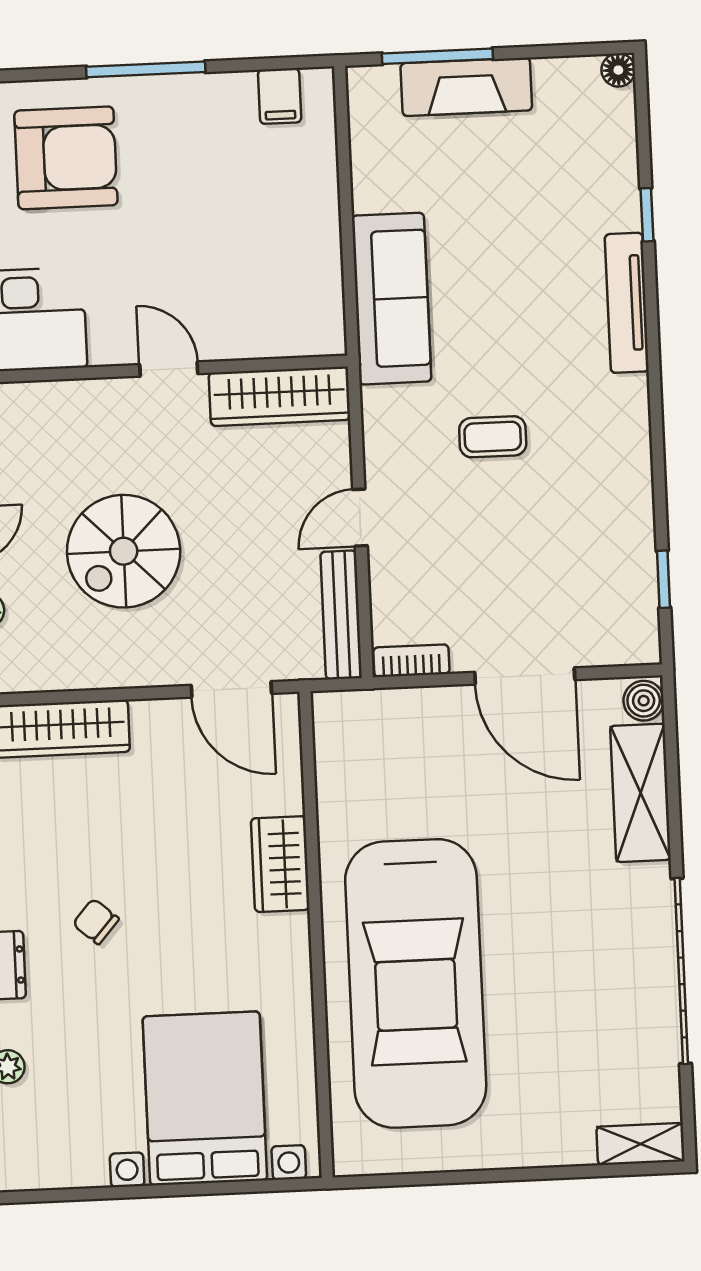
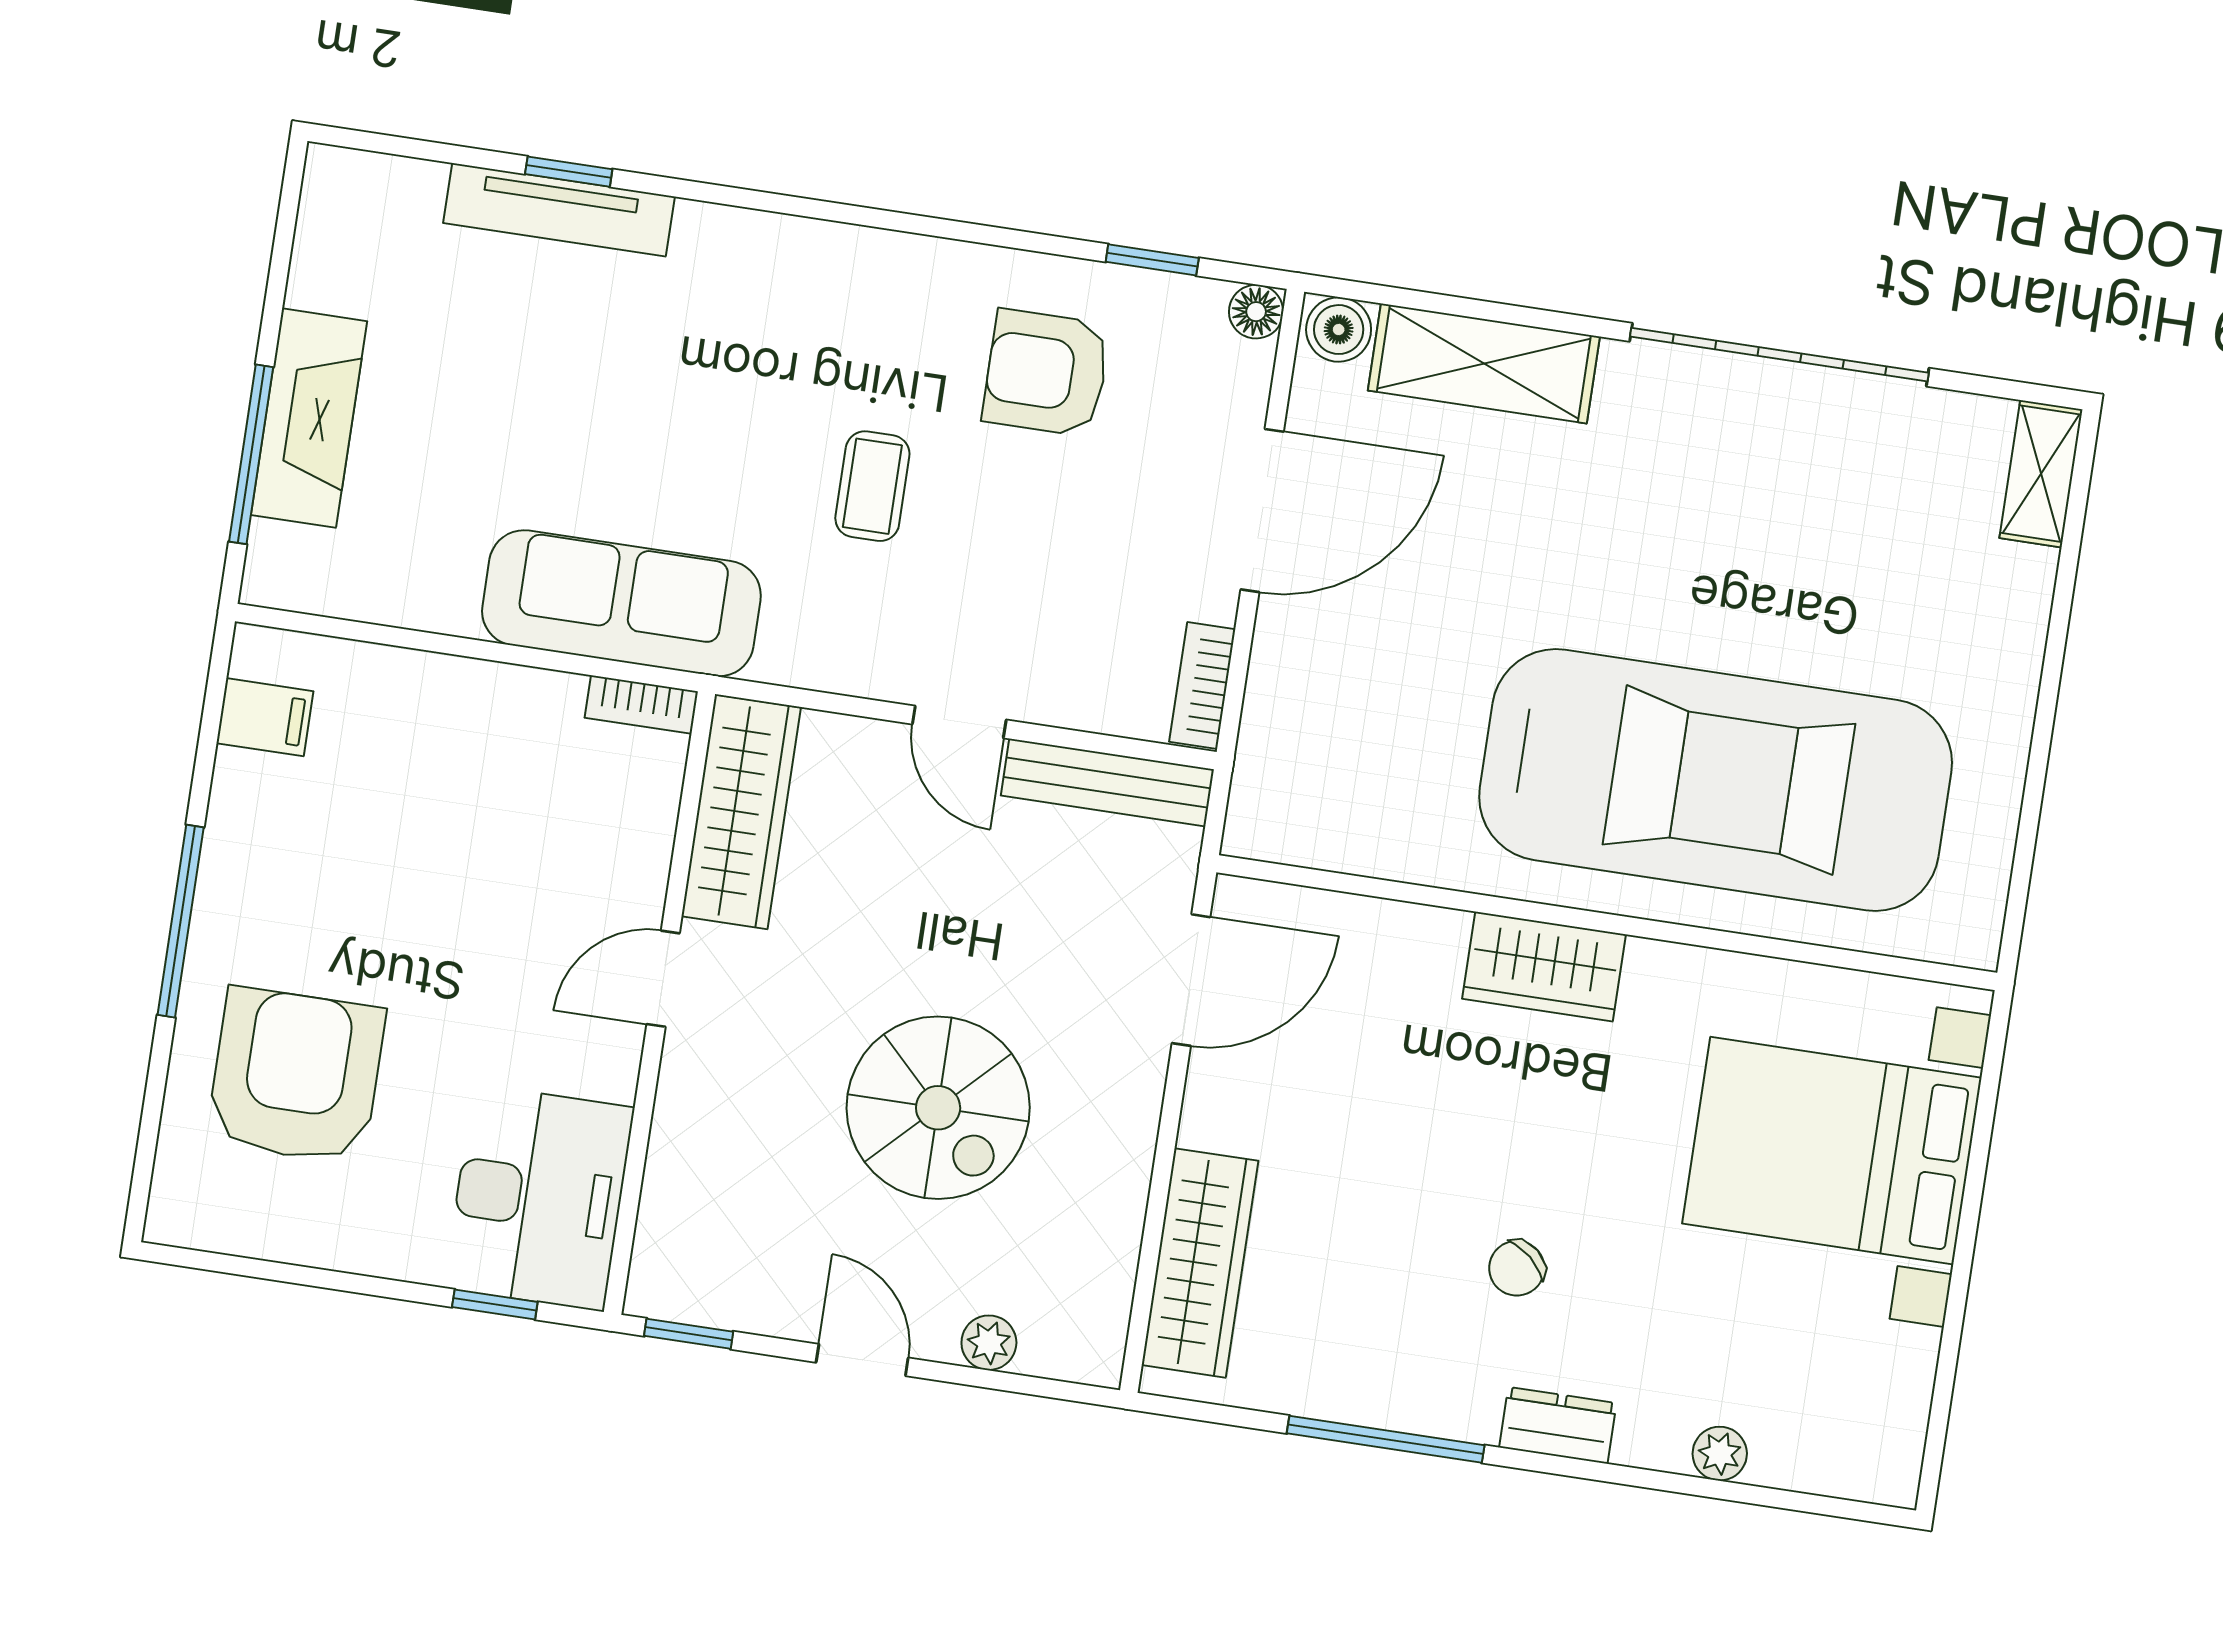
floor lamp: (618, 70) -> (1256, 312), moved
tv unit: (627, 303) -> (559, 210), moved
bookcase: (332, 323) -> (641, 705), added
armchair: (582, 529) -> (1046, 373), added
wardrobe: (280, 864) -> (1544, 967), moved

